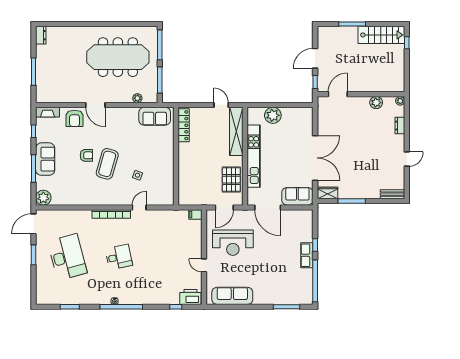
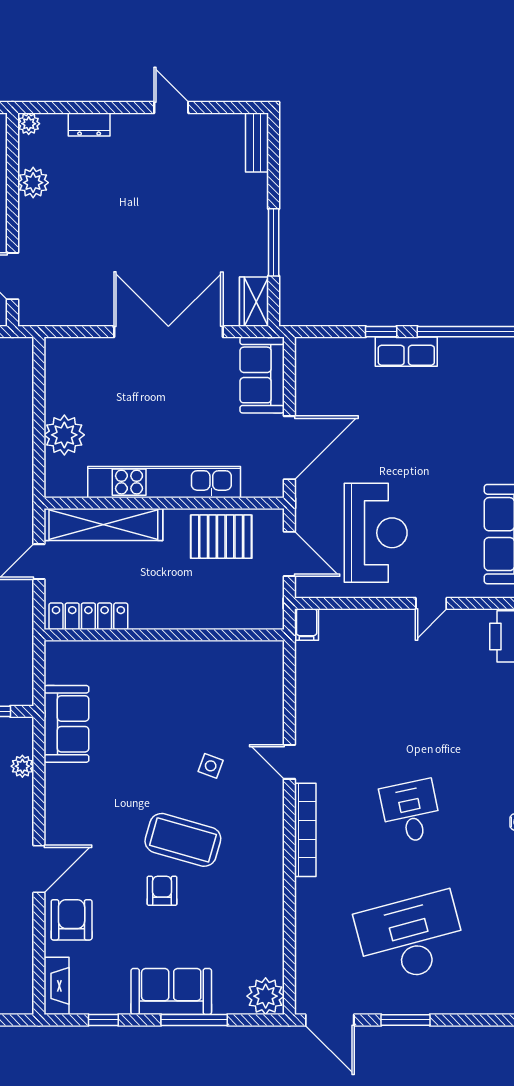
armchair: (75, 118) -> (72, 920), turned -90
locker: (184, 125) -> (88, 616), moved
wall: (176, 156) -> (164, 635), moved

